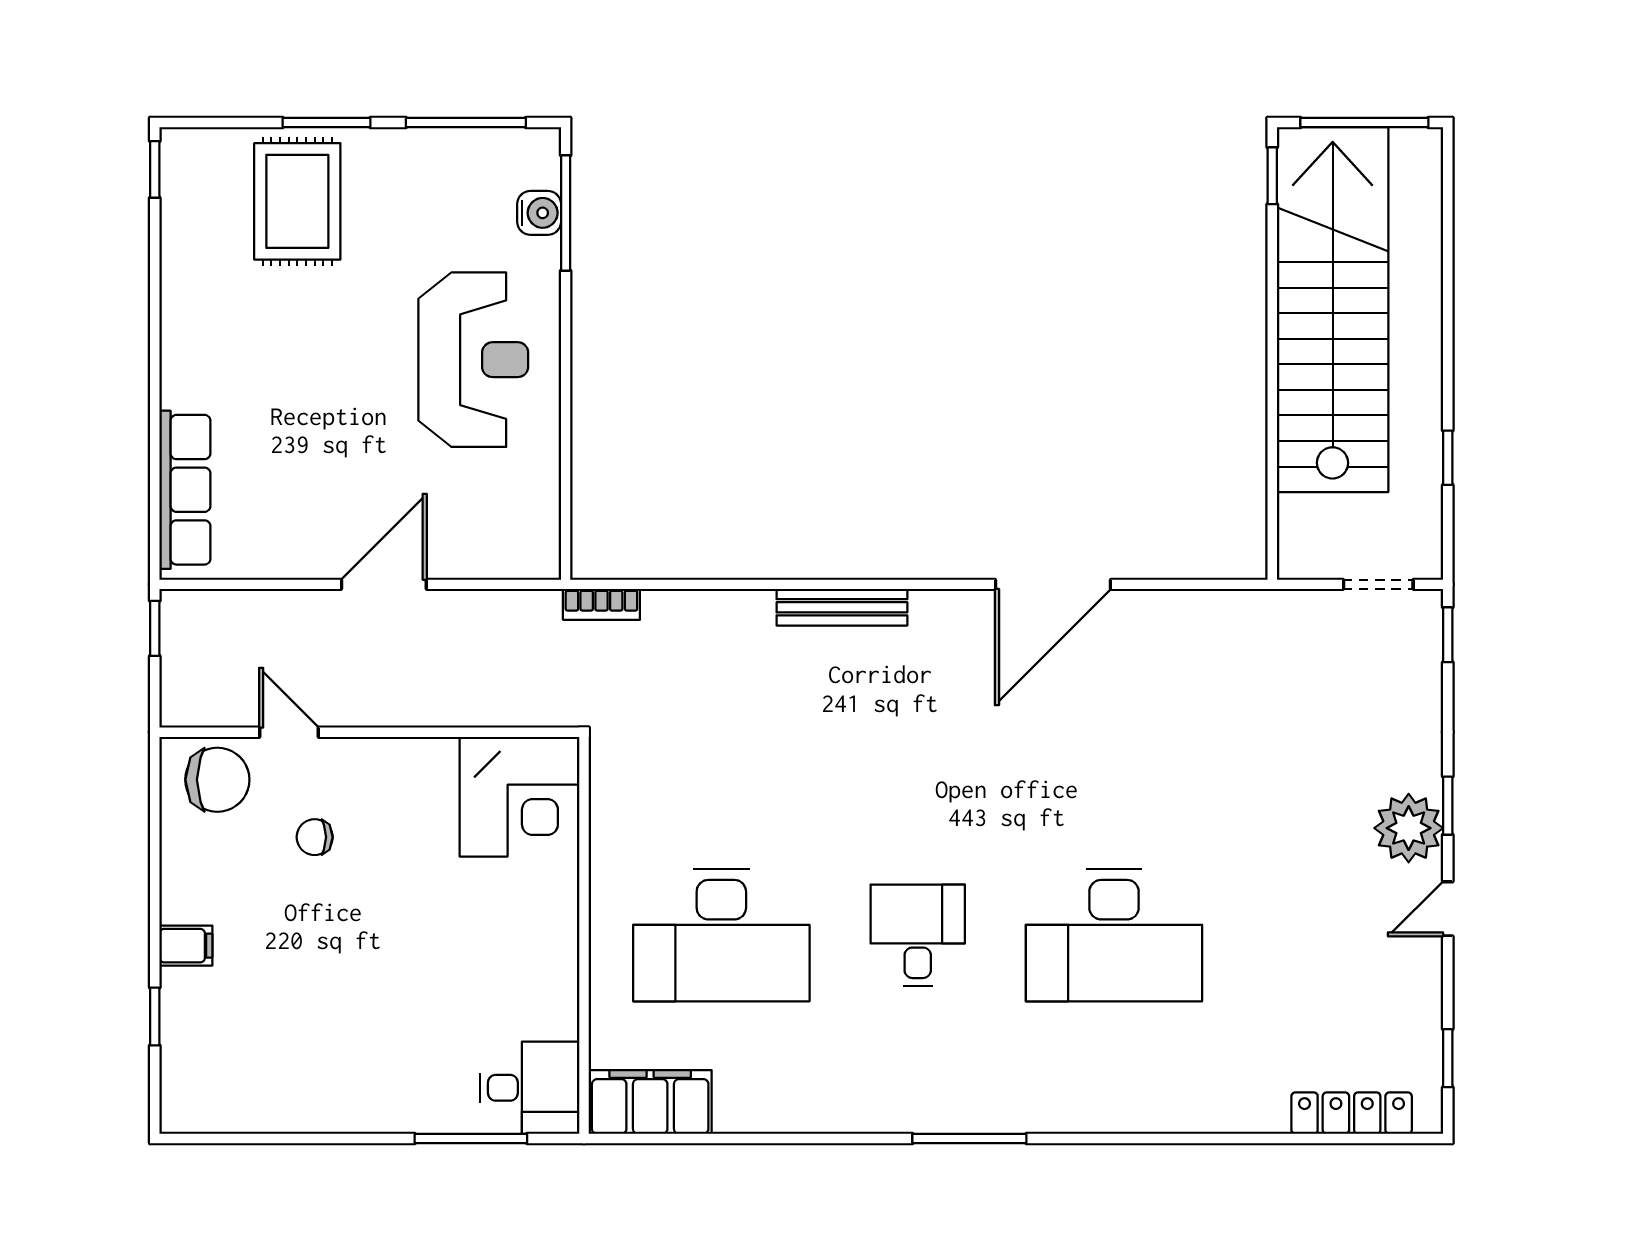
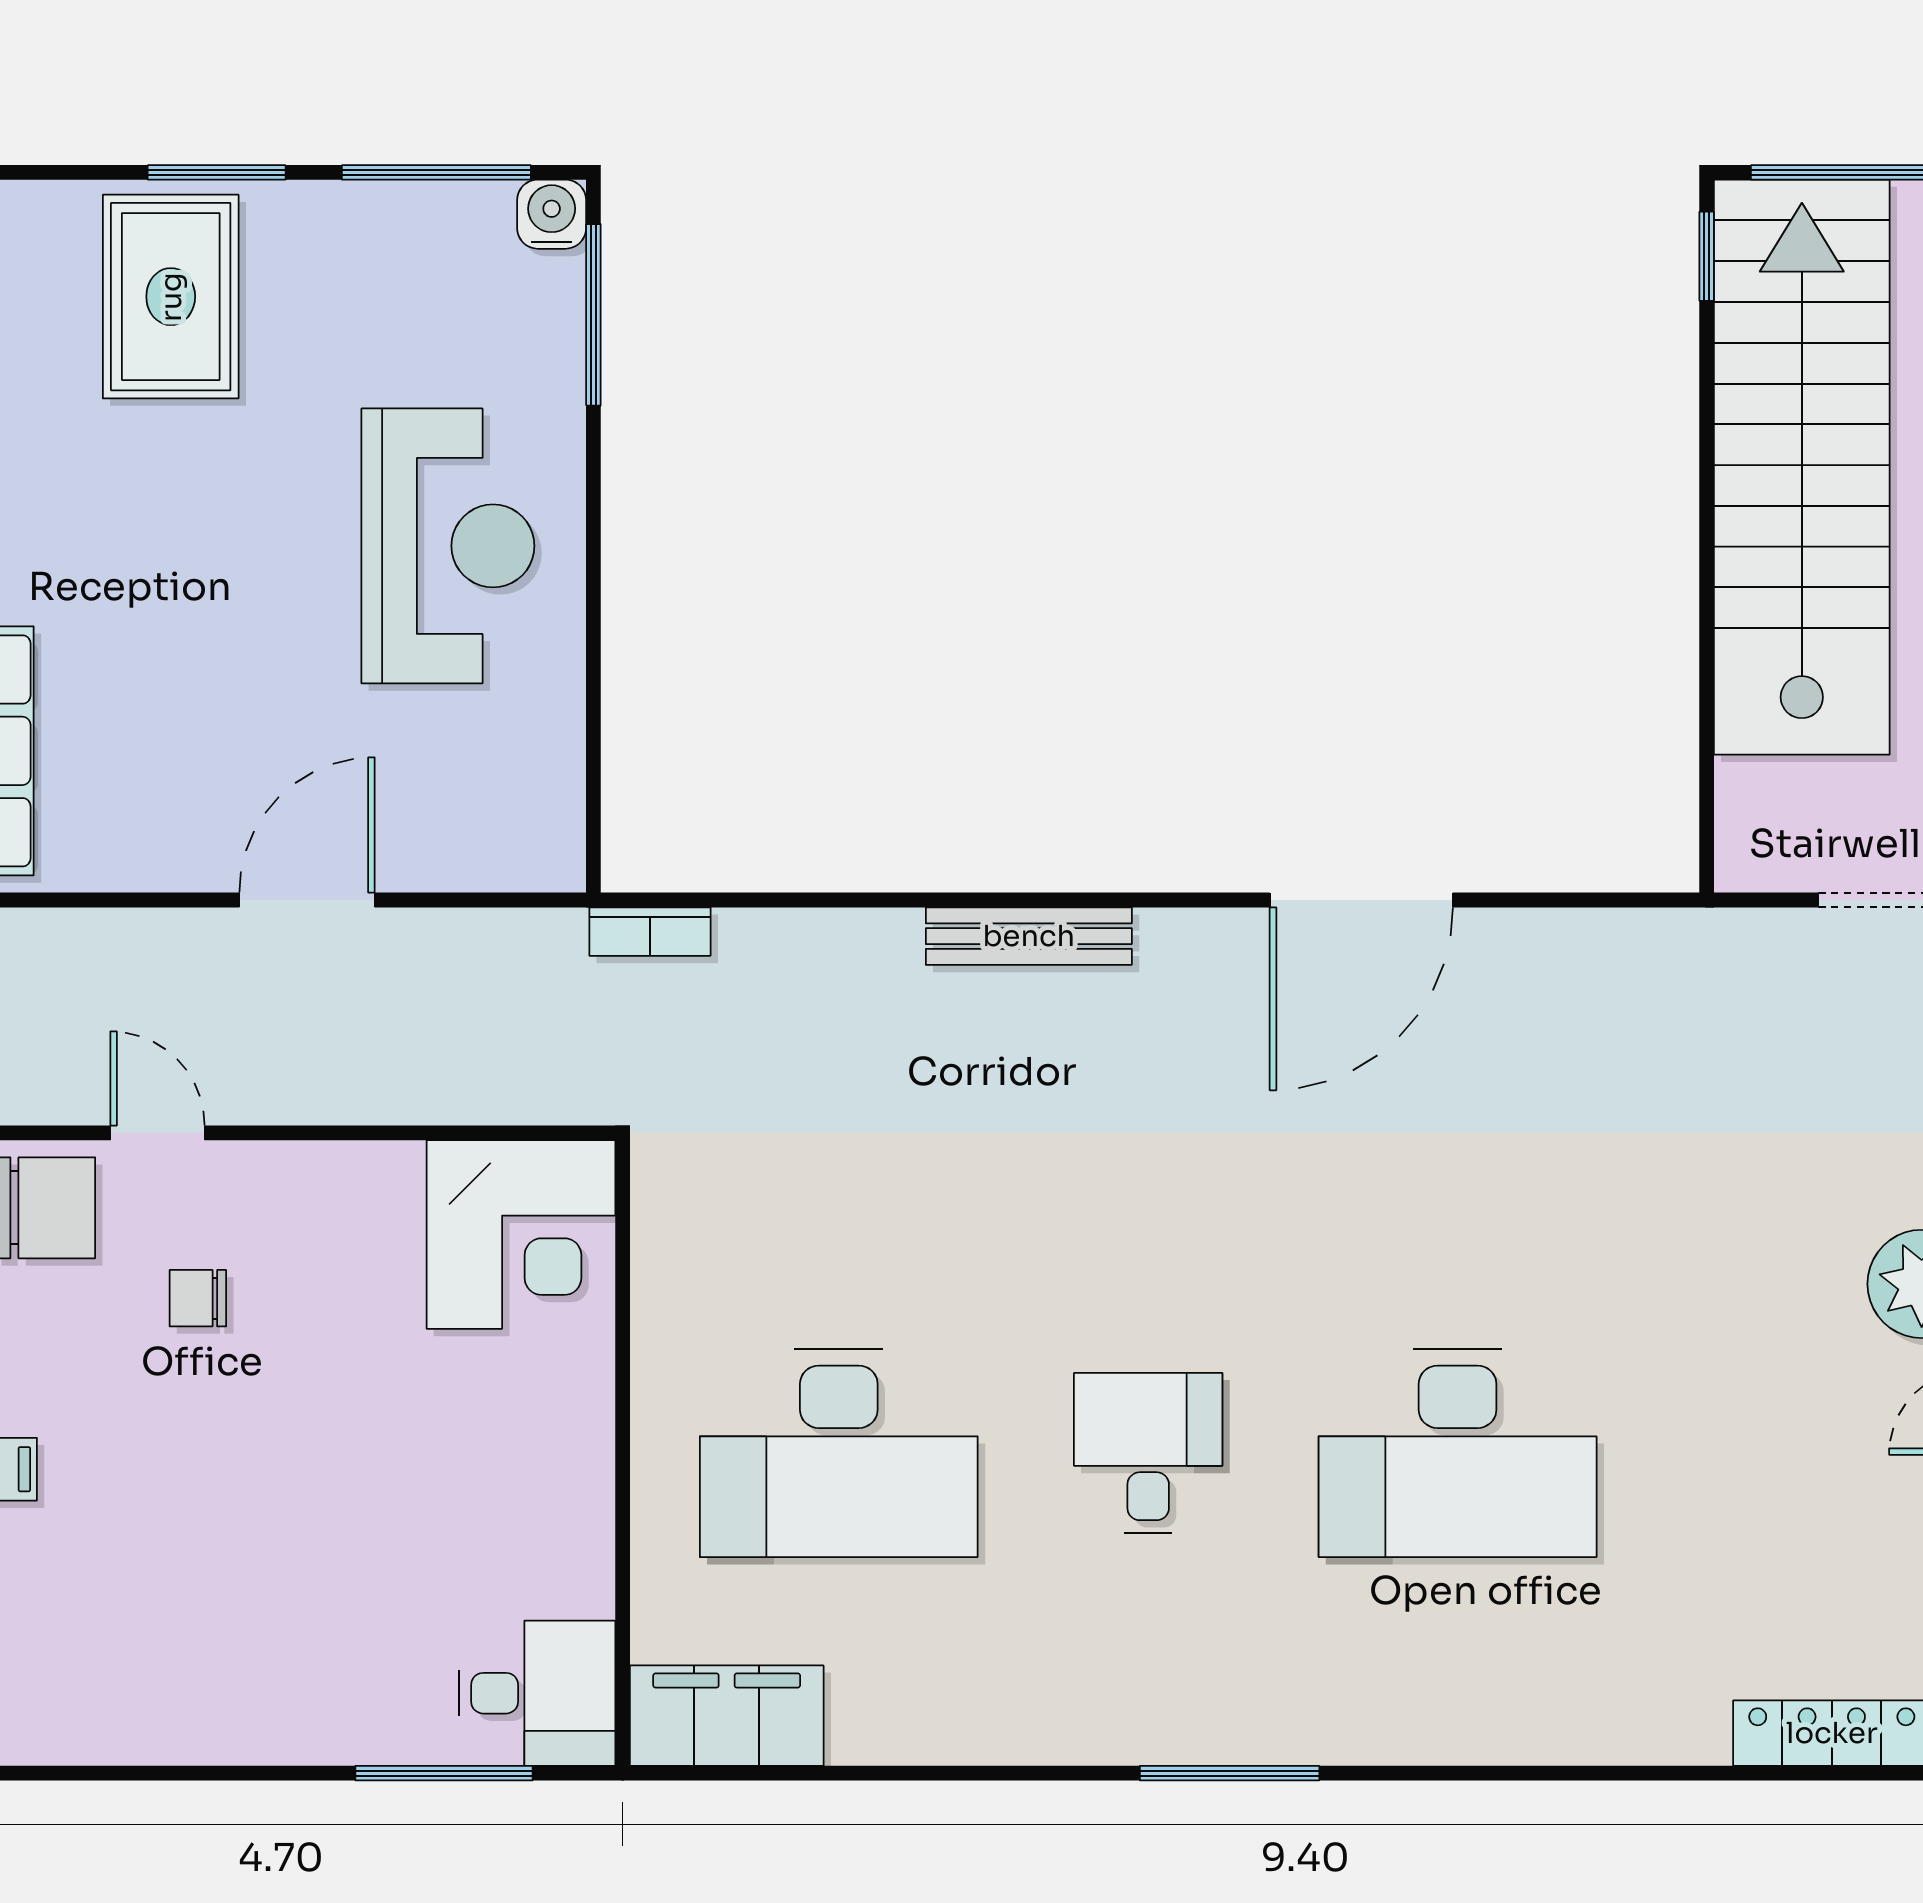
water cooler: (539, 213) -> (552, 214), moved, turned -90

